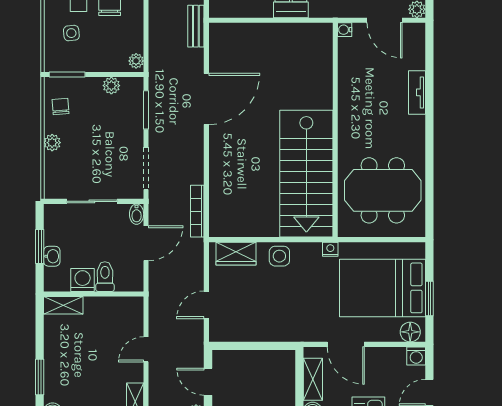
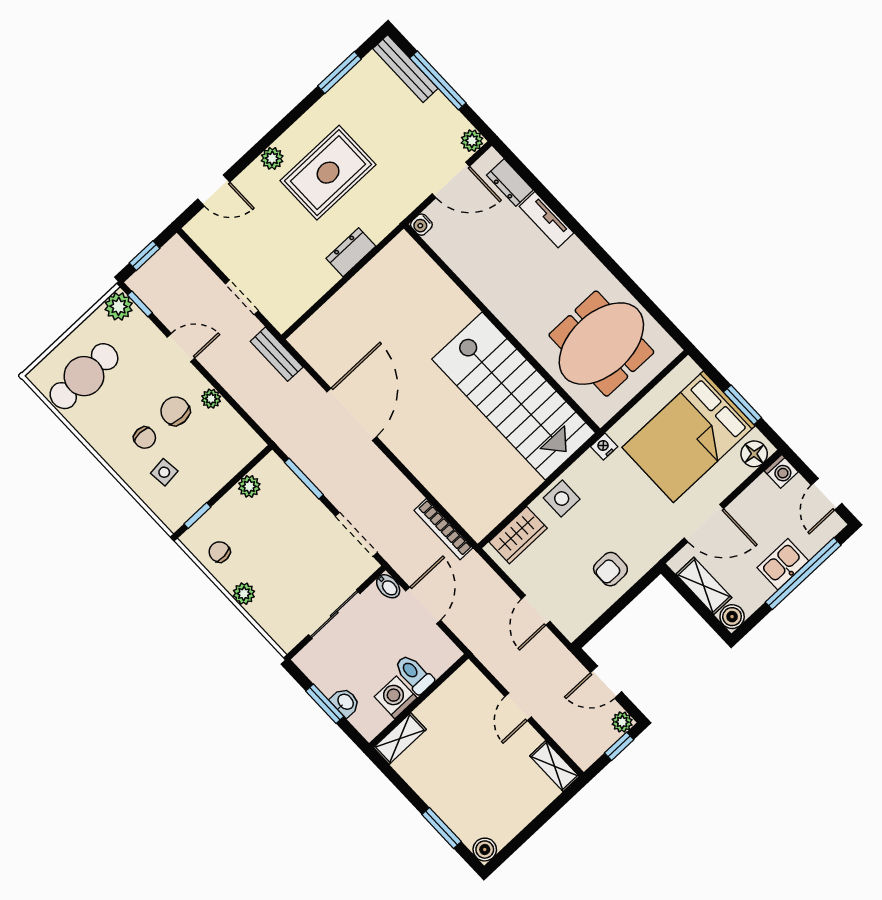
dresser: (416, 53) -> (510, 183), added
plant: (136, 61) -> (211, 399), moved
window: (67, 75) -> (197, 515), width x0.67
armchair: (270, 321) -> (610, 569), added

